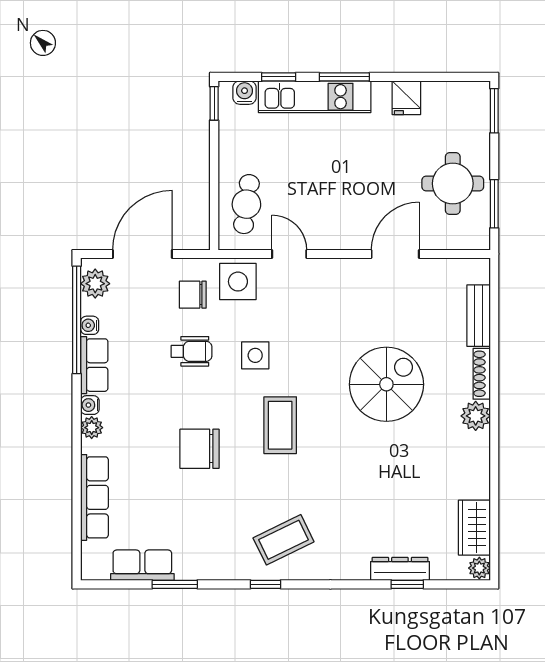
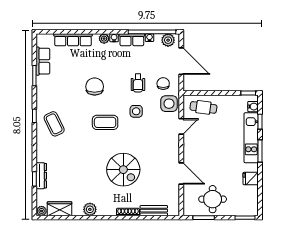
plant: (476, 416) -> (90, 209), moved

